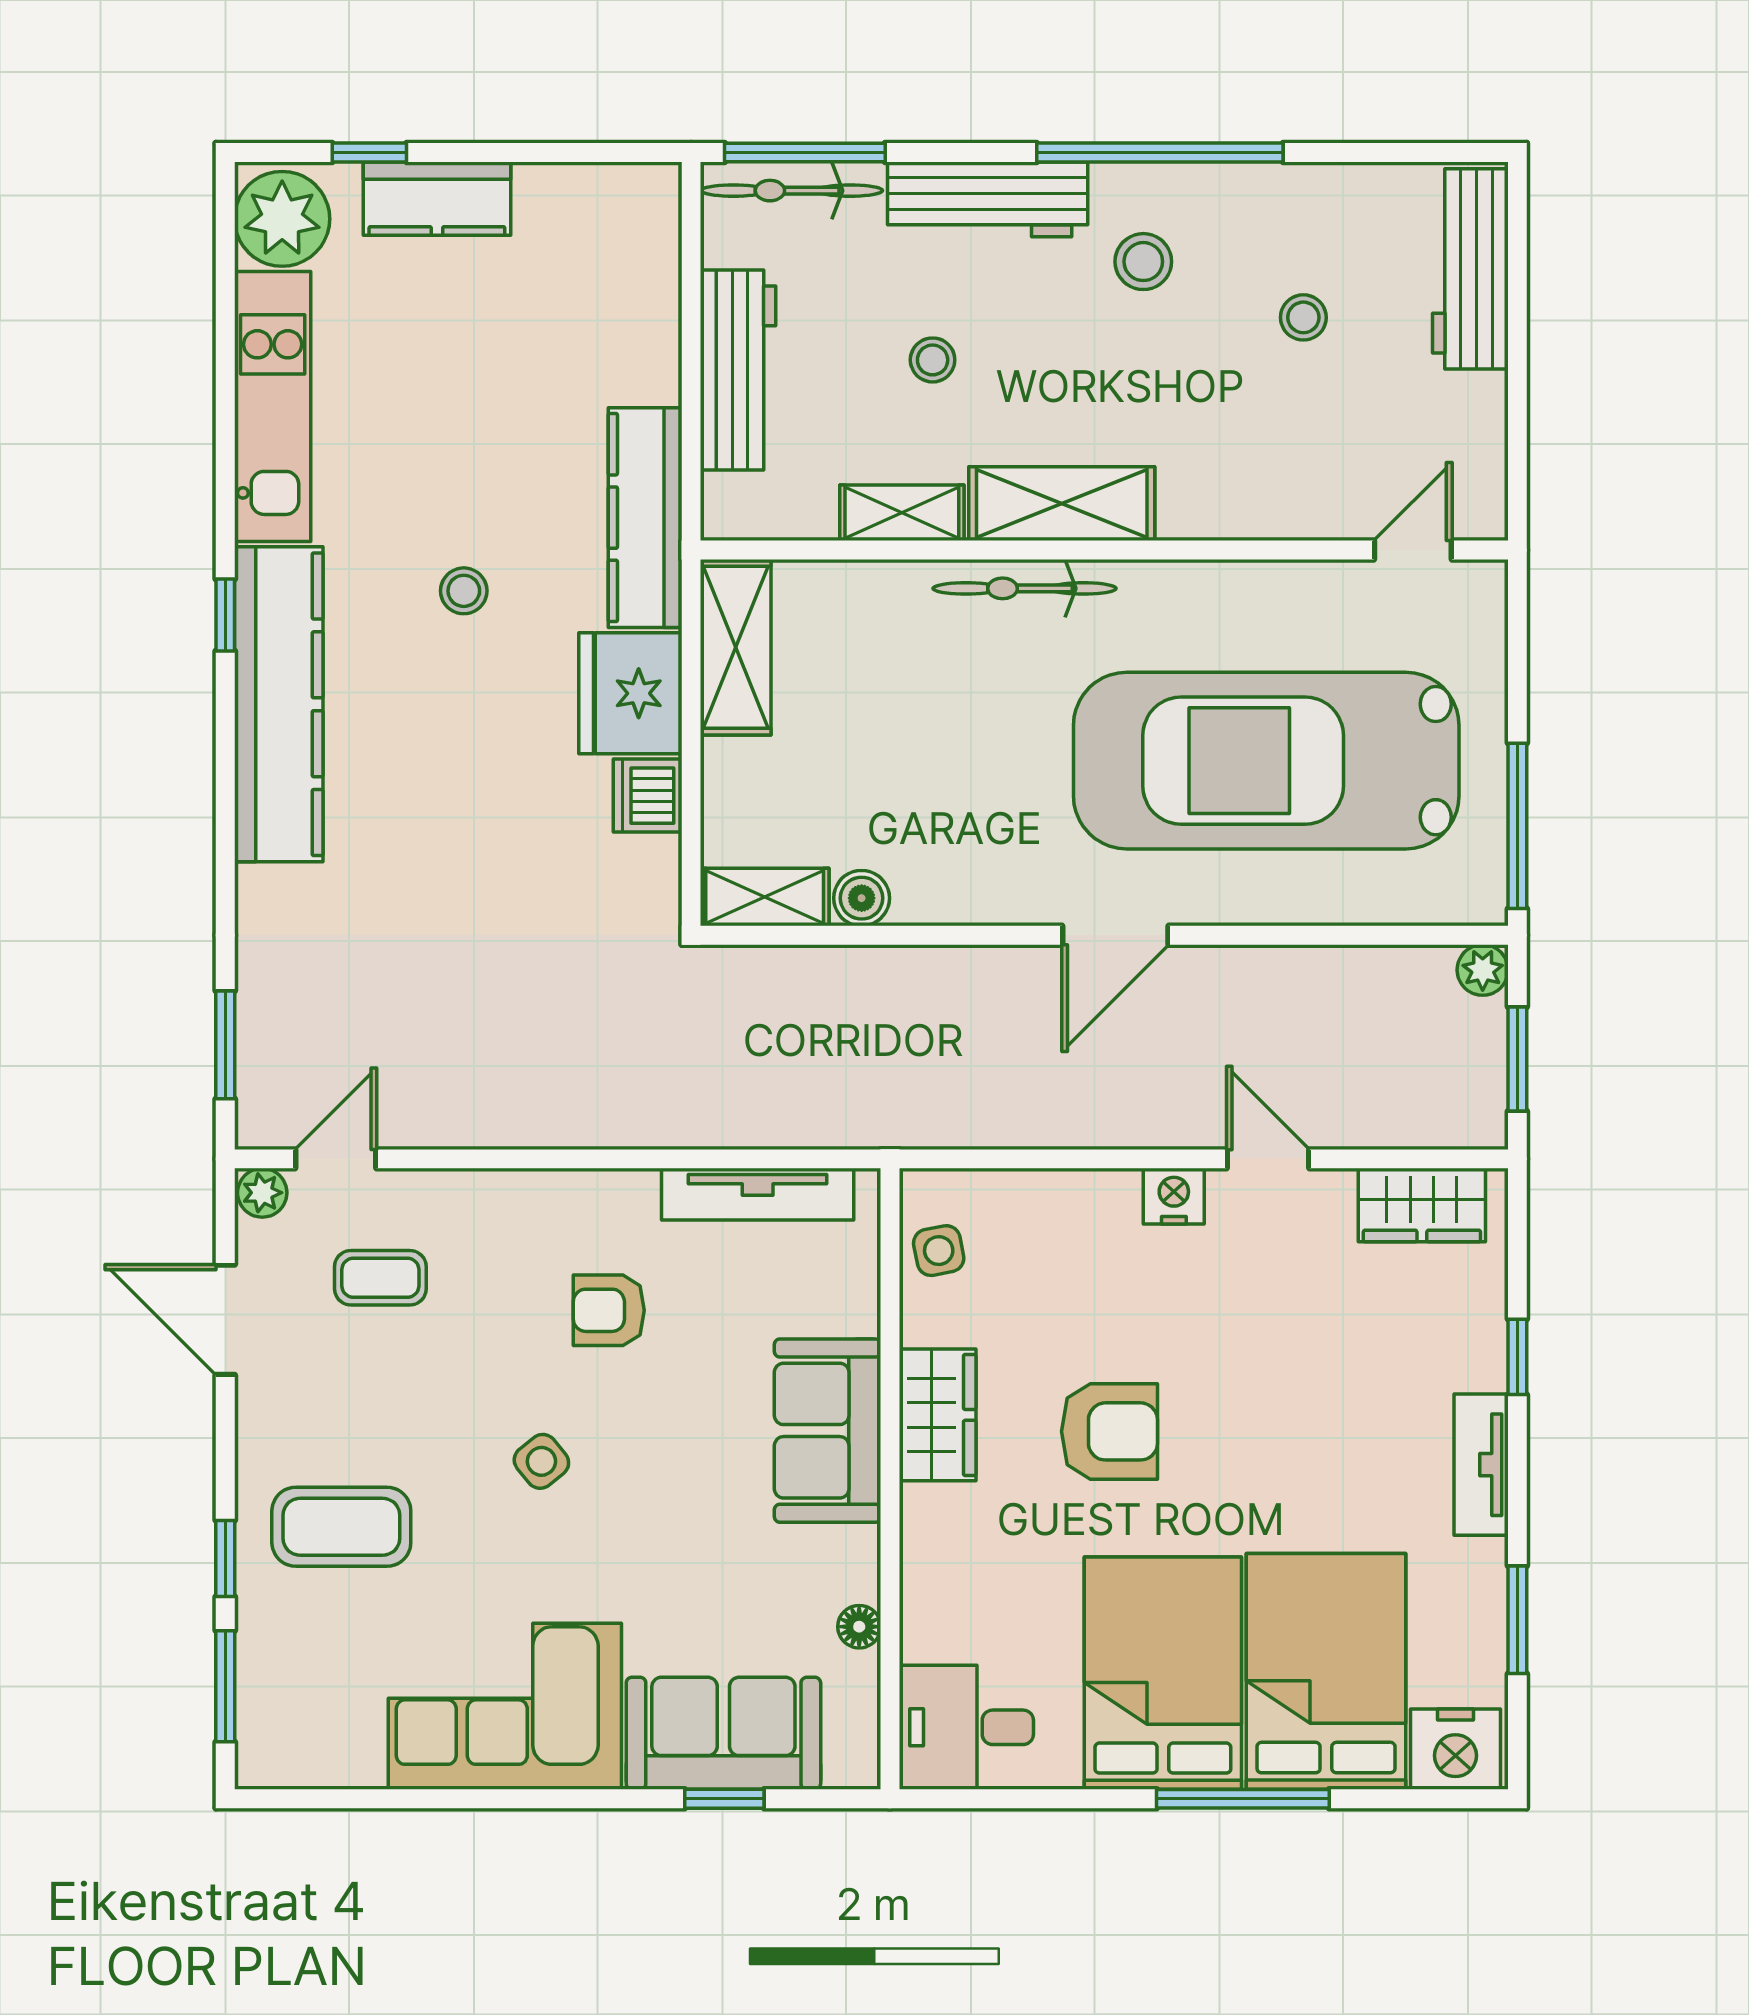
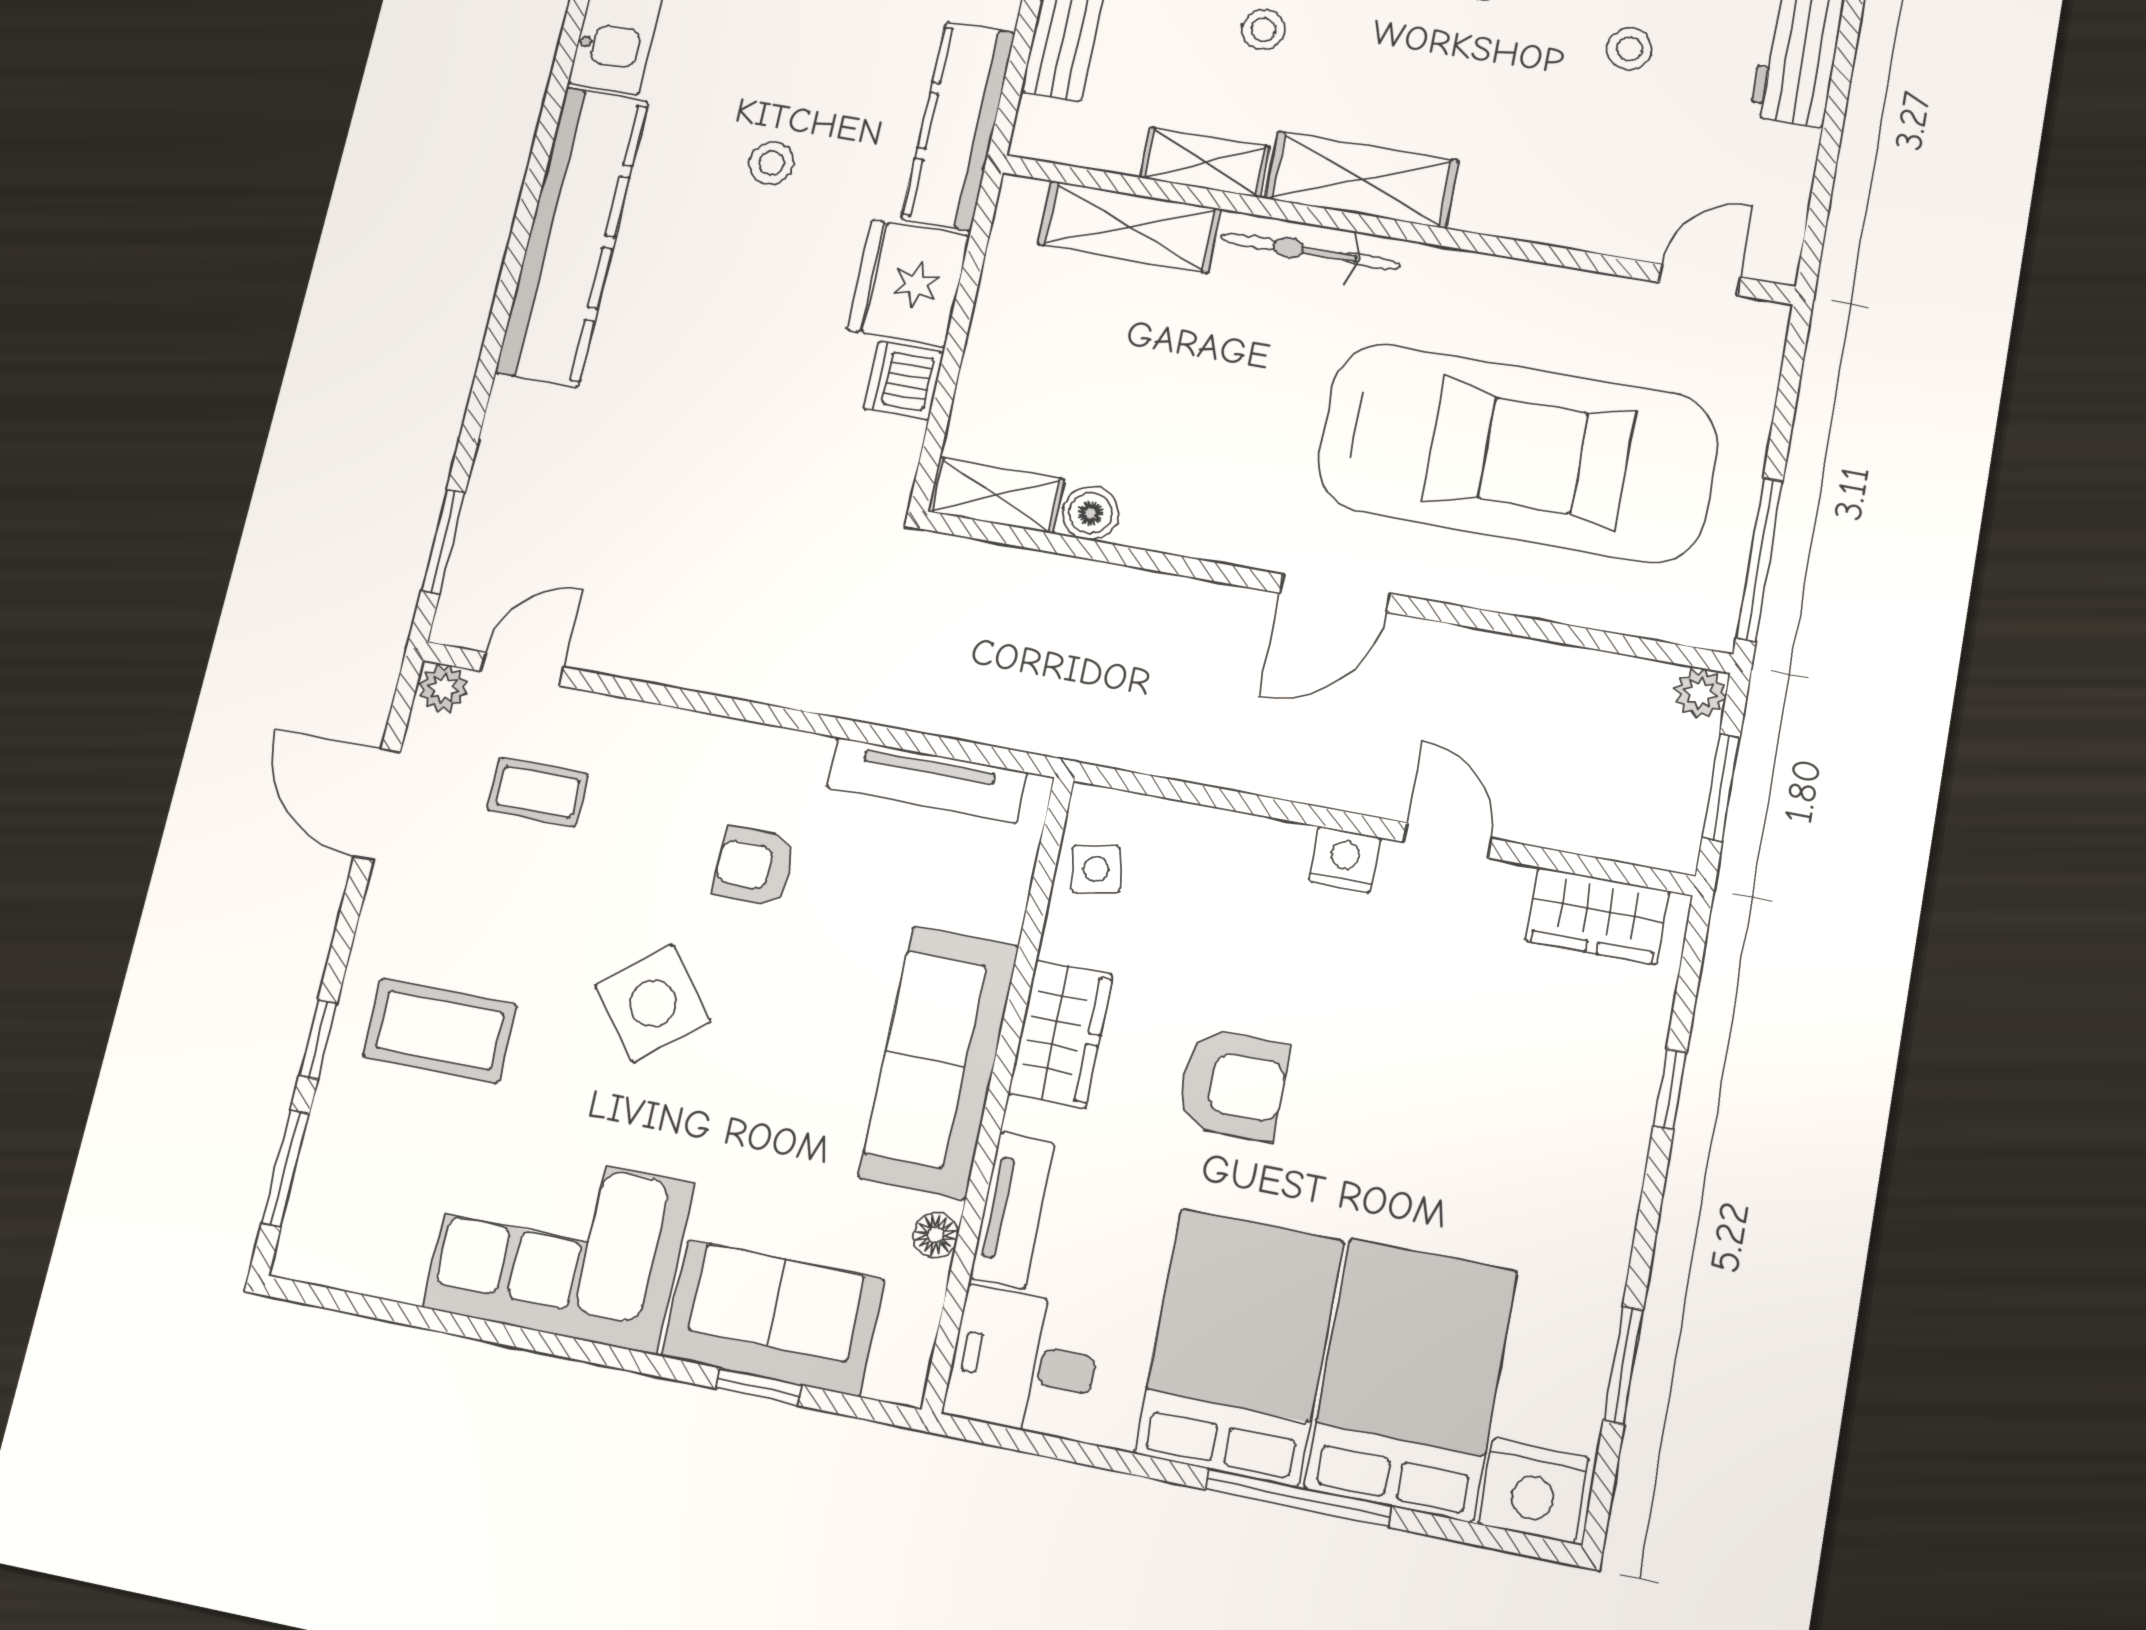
window: (225, 615) -> (542, 147), removed
shelving: (736, 647) -> (1130, 227), moved, turned 90
car: (1266, 761) -> (1517, 453), turned 180
sofa: (828, 1431) -> (939, 1062), width x1.36
side table: (541, 1461) -> (653, 1004), width x1.87, depth x1.87
tv unit: (1481, 1465) -> (1012, 1210), moved, turned 180

